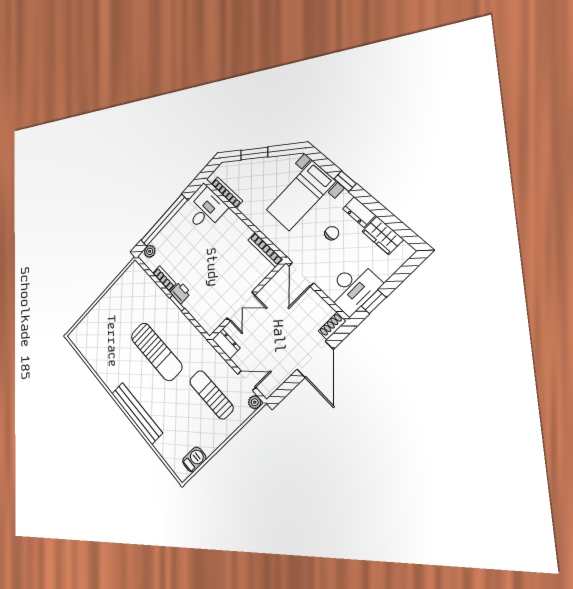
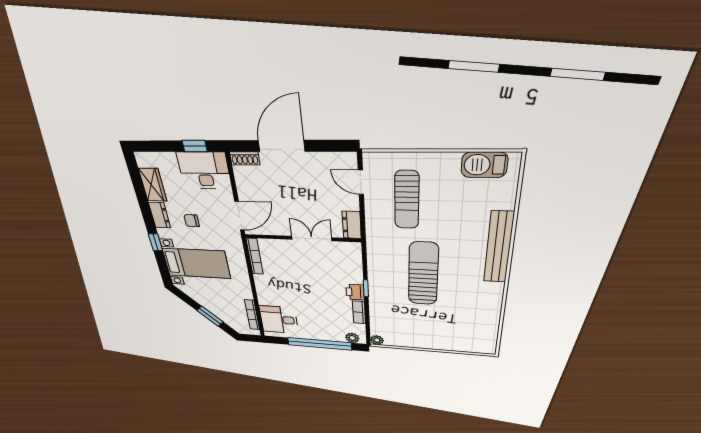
plant: (255, 402) -> (377, 340), moved
barbecue: (194, 460) -> (484, 165), width x1.38, depth x1.27

